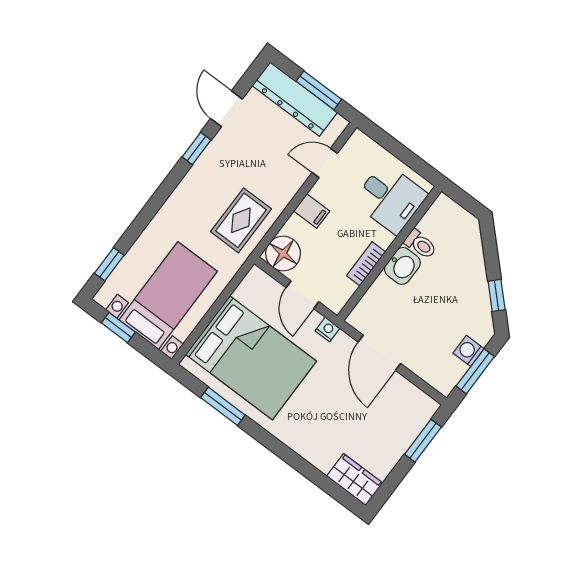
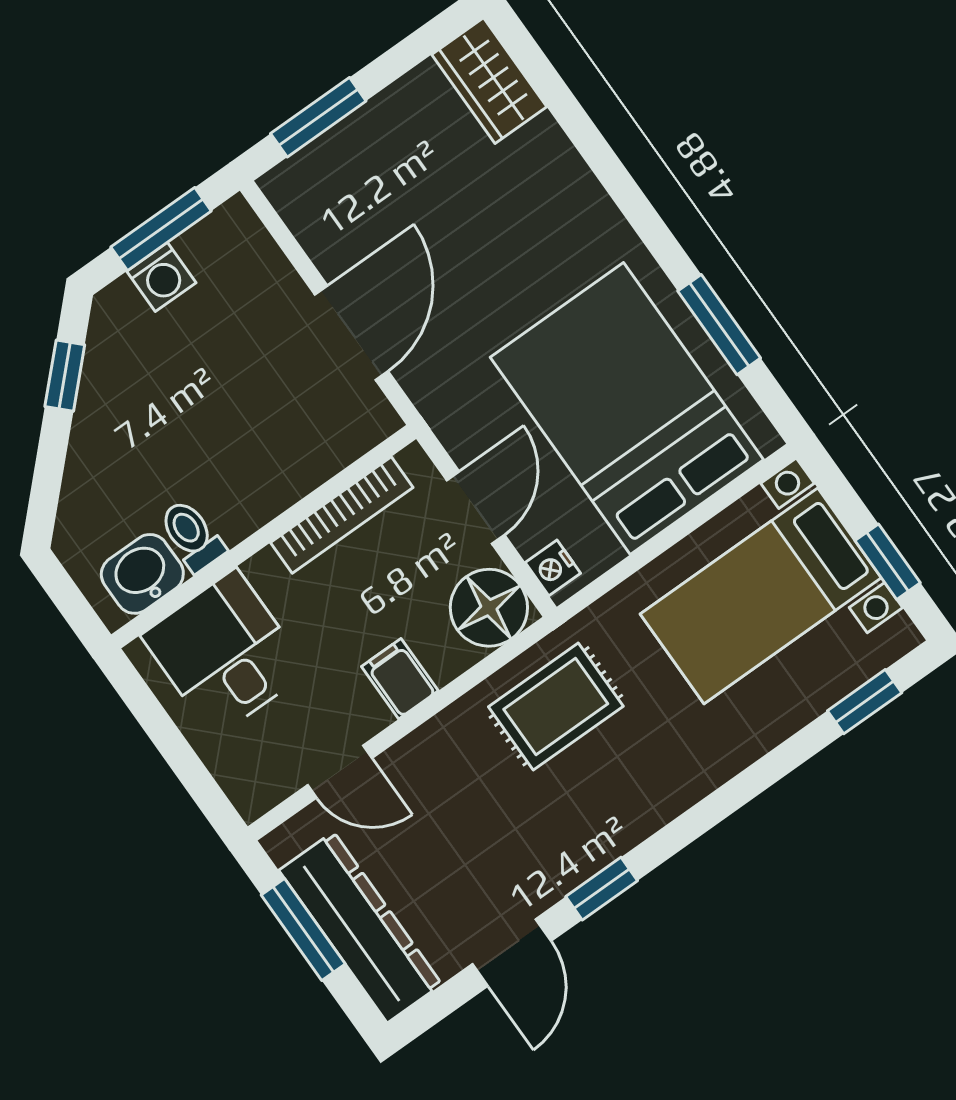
bookcase: (366, 264) -> (342, 515), width x1.56
washbasin: (402, 266) -> (142, 574), moved
nightstand: (328, 329) -> (553, 568), moved

